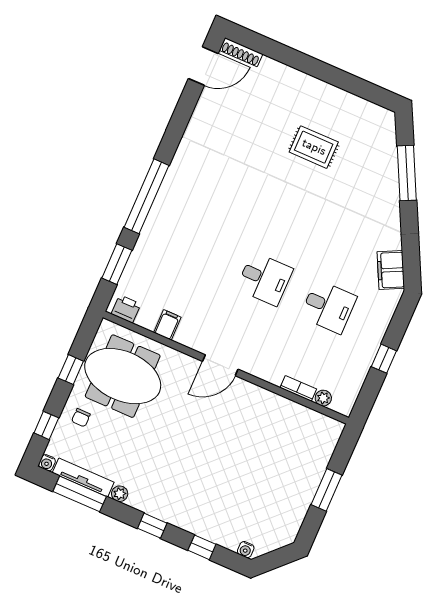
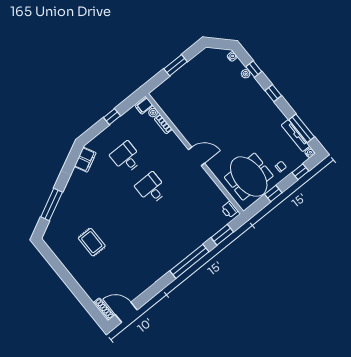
filing cabinet: (167, 325) -> (144, 106), moved
plant: (120, 494) -> (246, 74), moved

